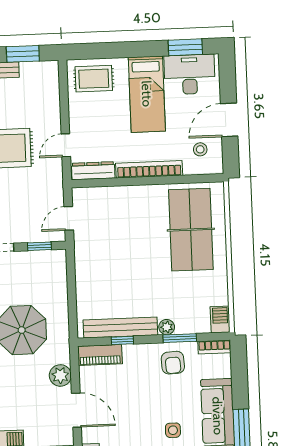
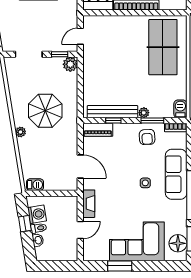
plant: (60, 375) -> (70, 64), moved

